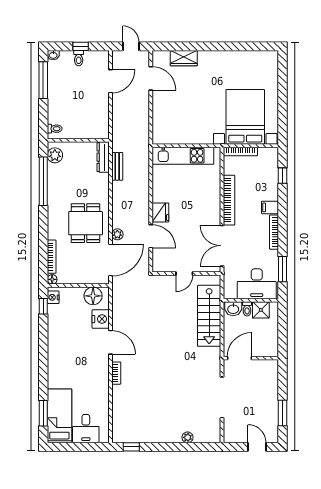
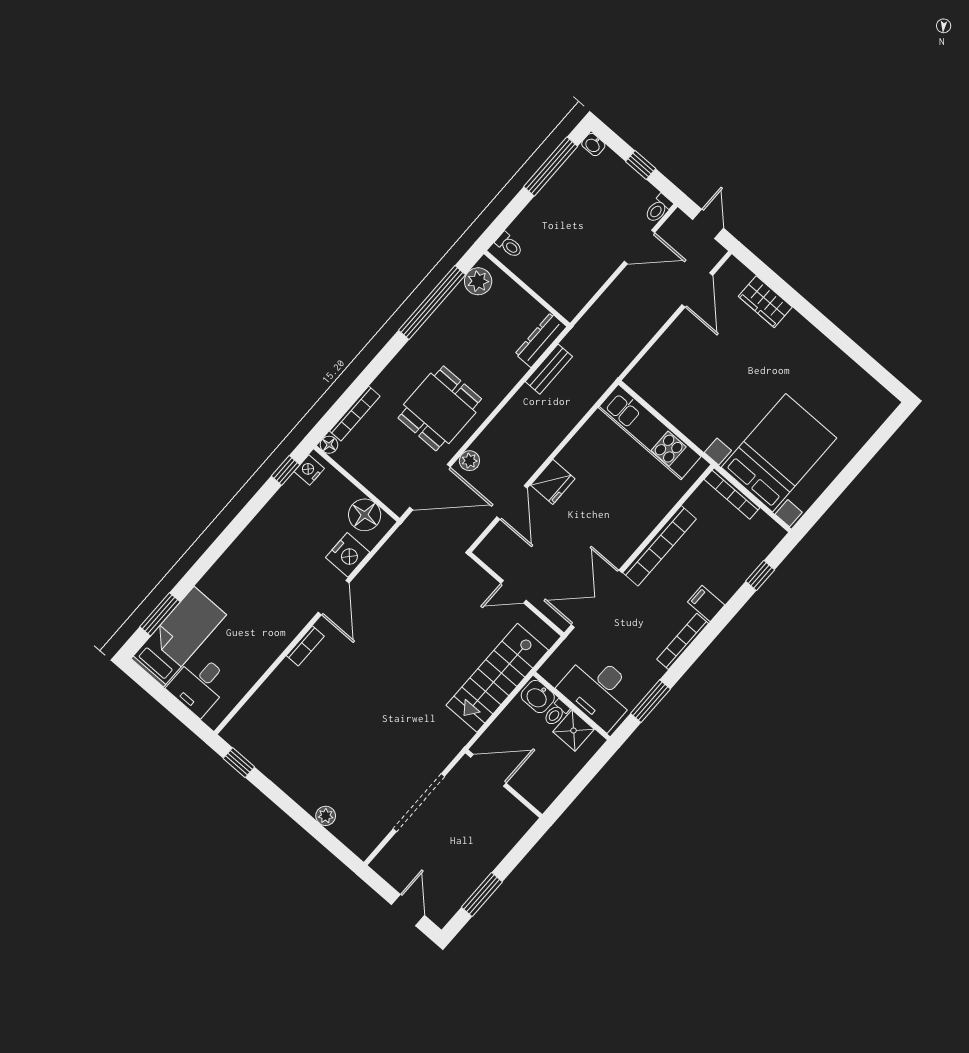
toilet: (79, 58) -> (658, 209), moved

